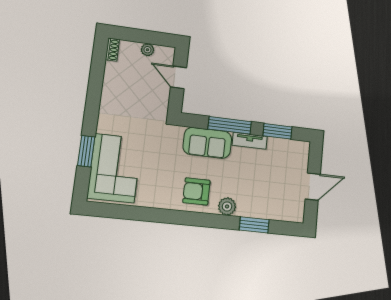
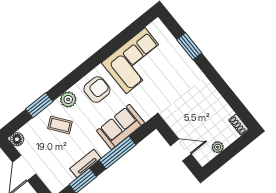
tv unit: (250, 141) -> (85, 163), moved
corner sofa: (115, 168) -> (136, 61), moved, turned -90
coffee table: (253, 192) -> (60, 125), added
floor lamp: (297, 215) -> (17, 139), added

